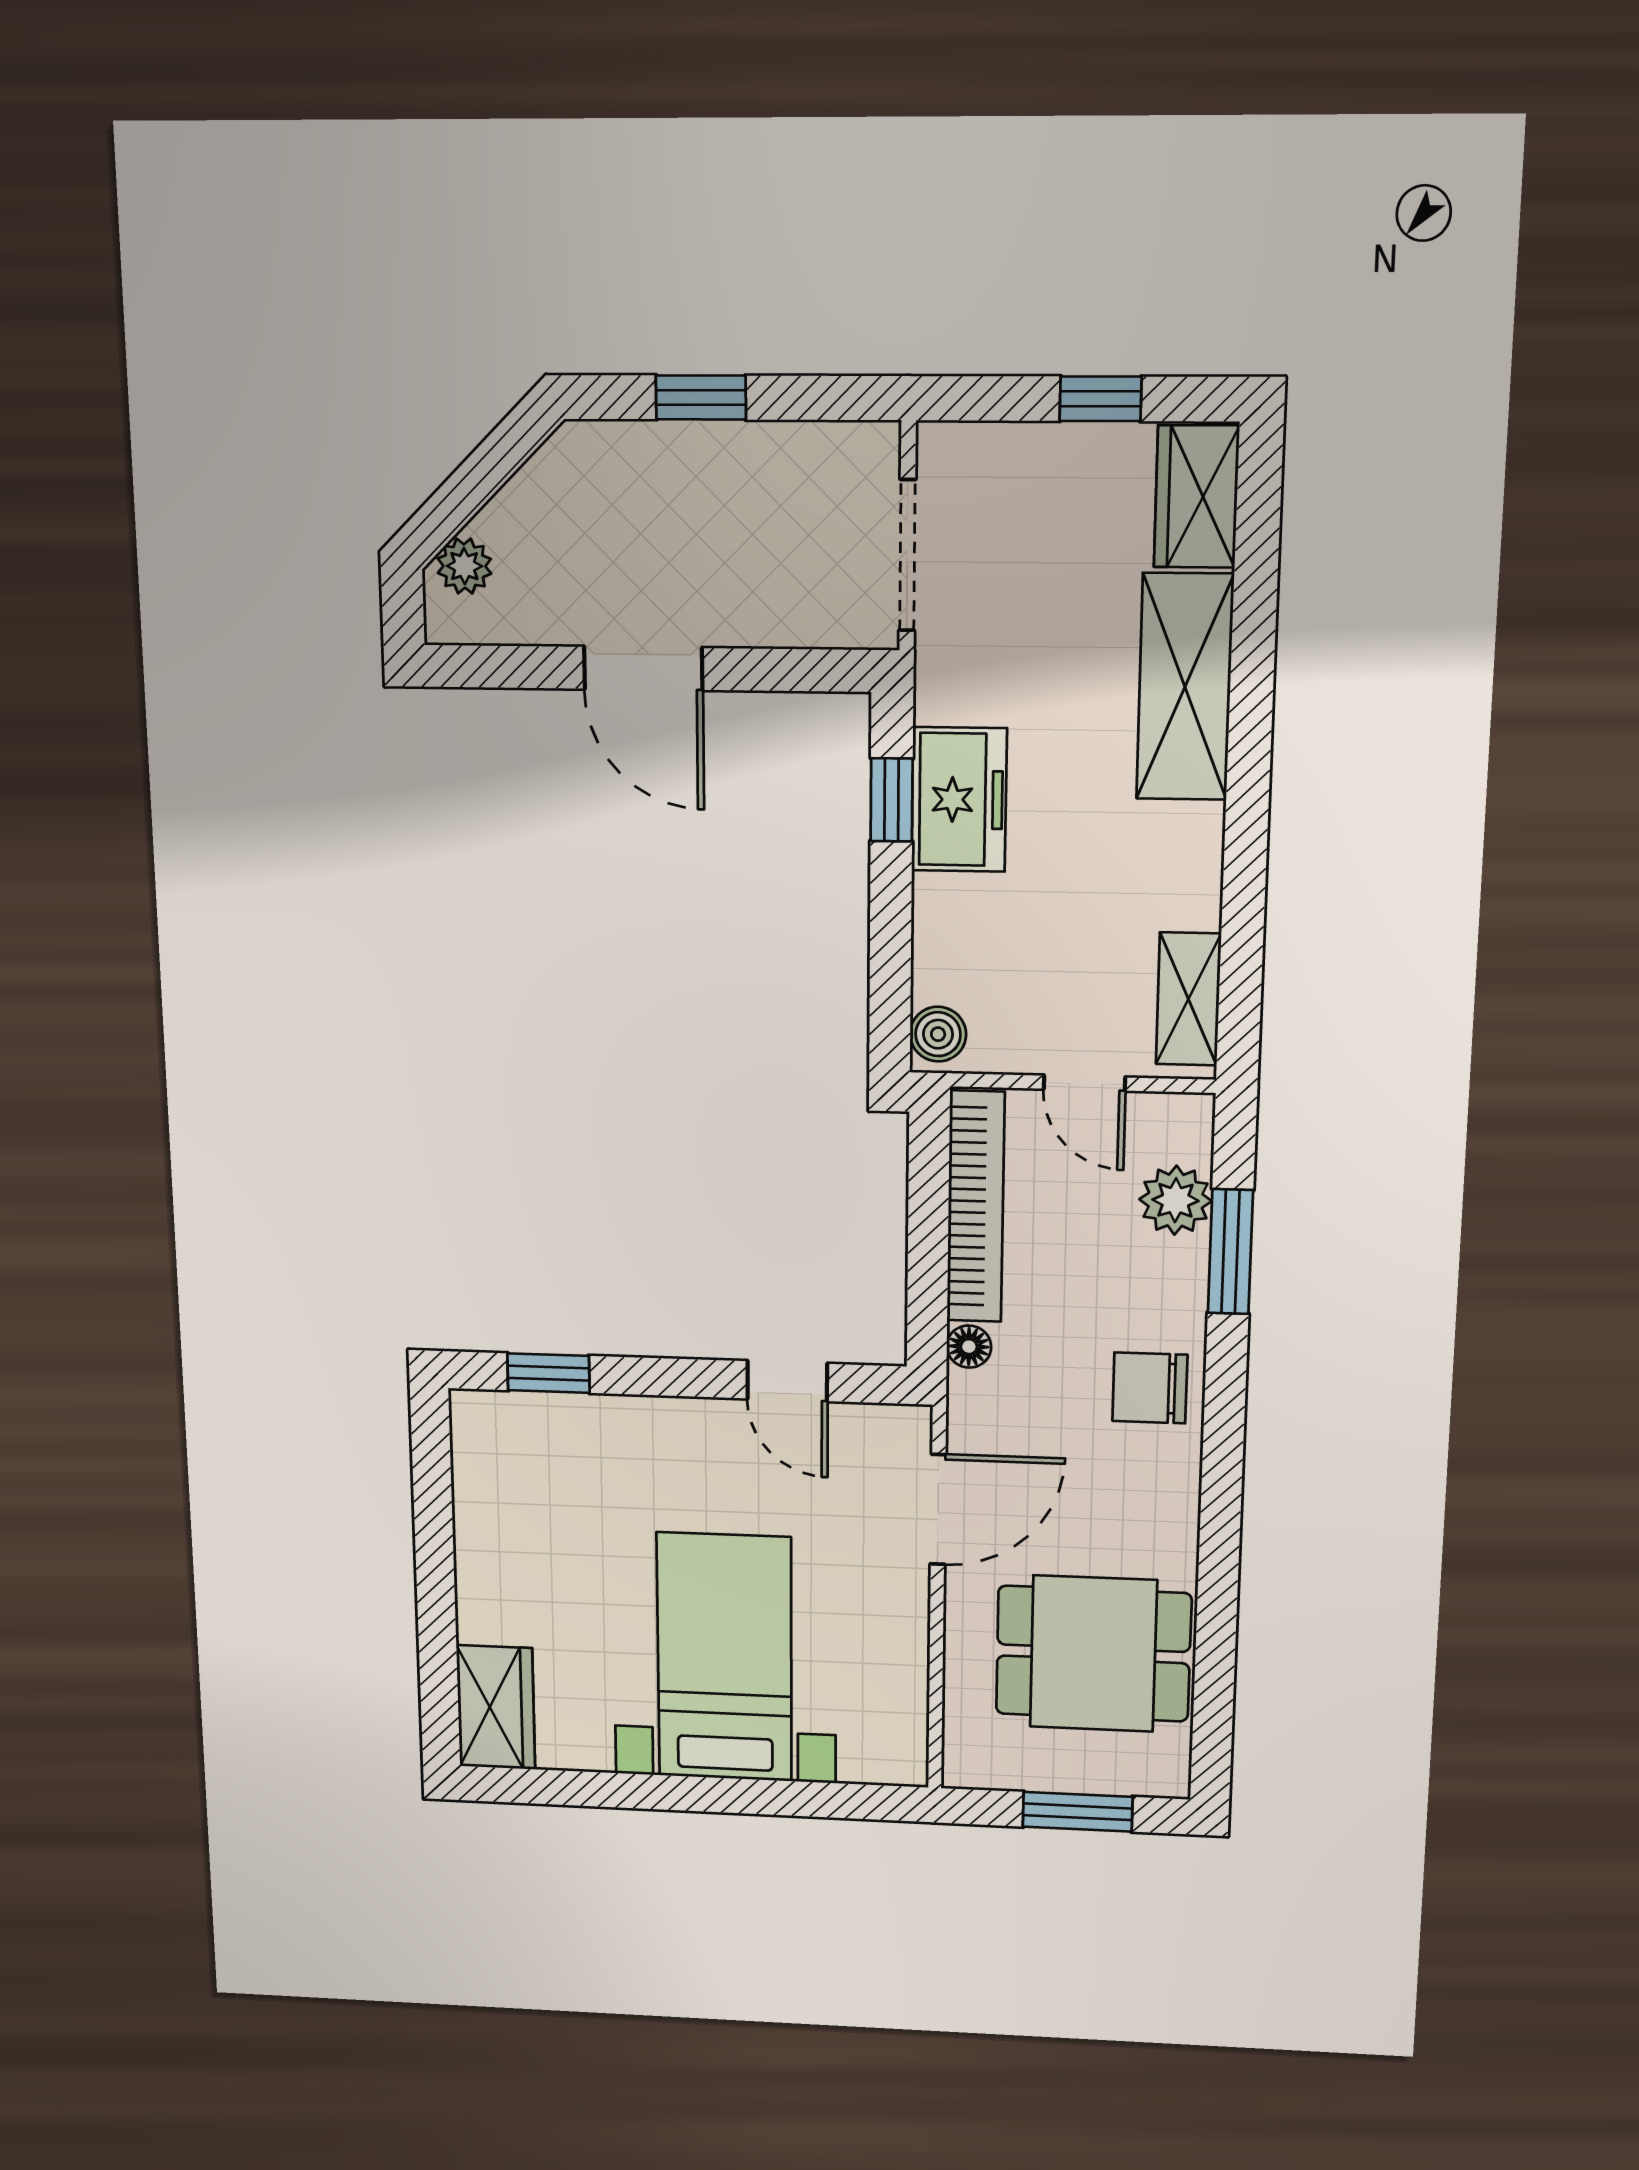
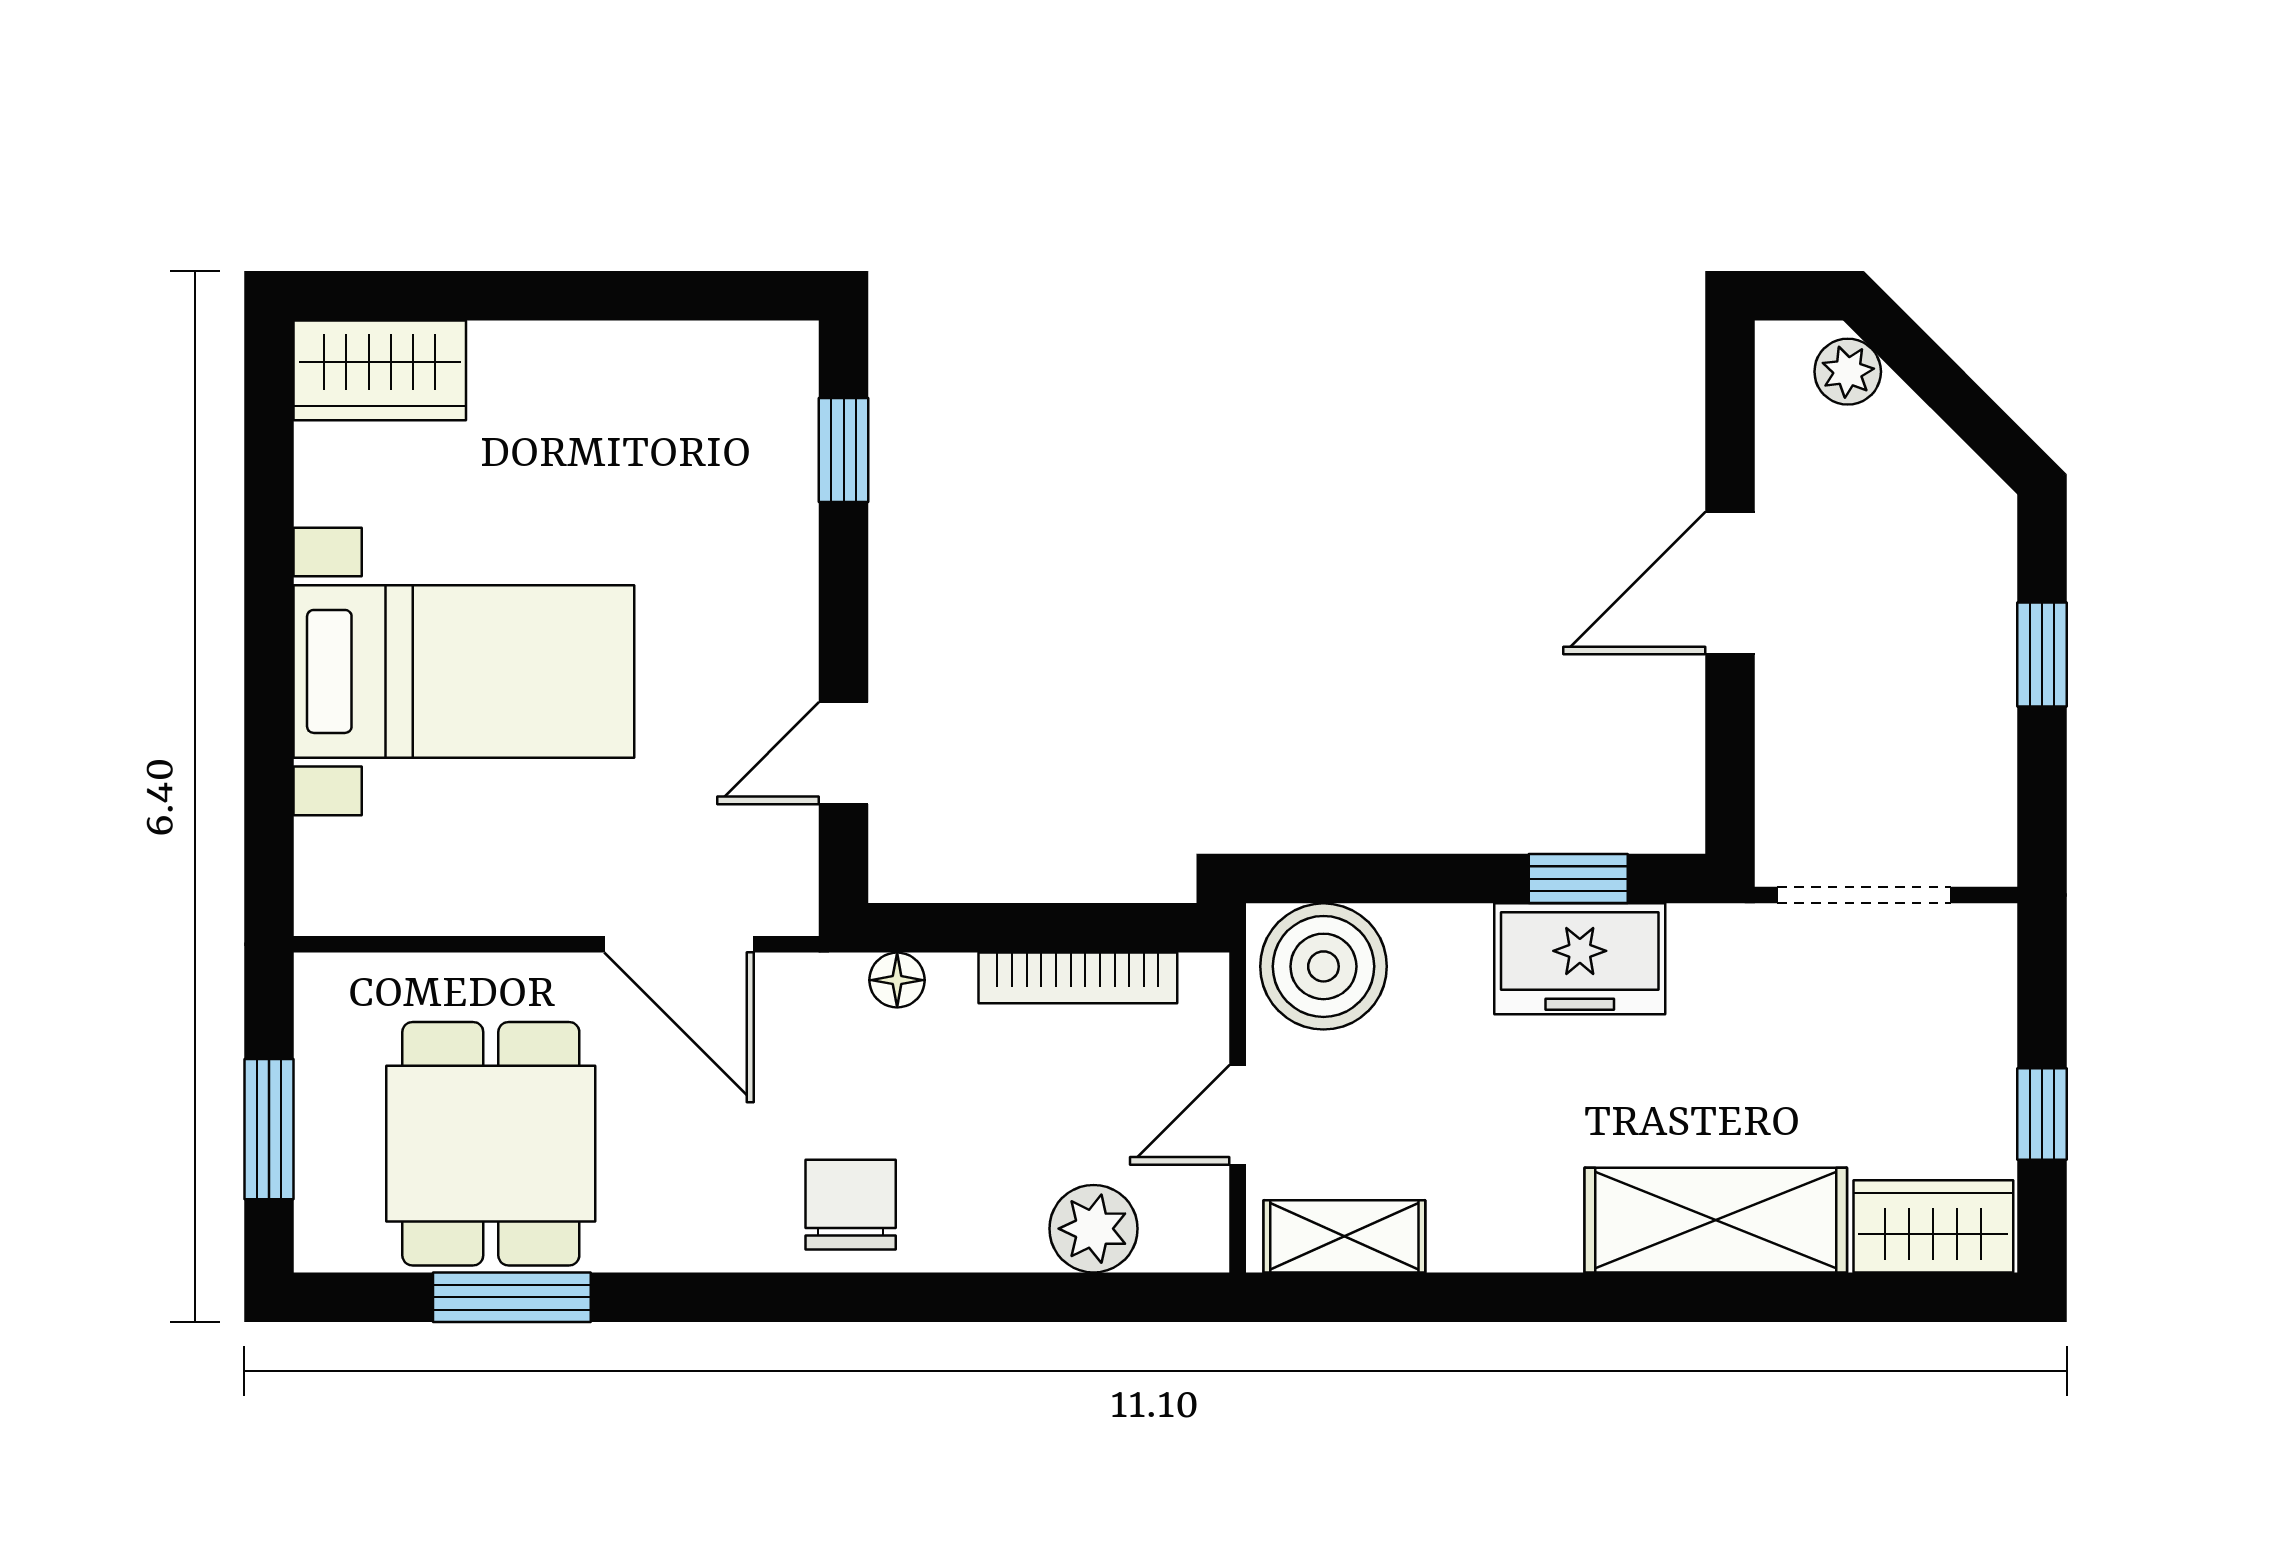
boiler: (938, 1034) -> (1323, 966), width x1.86, depth x1.86
bookcase: (976, 1207) -> (1078, 978), width x0.68, depth x0.76
window: (1230, 1252) -> (512, 1297), moved

